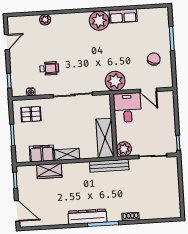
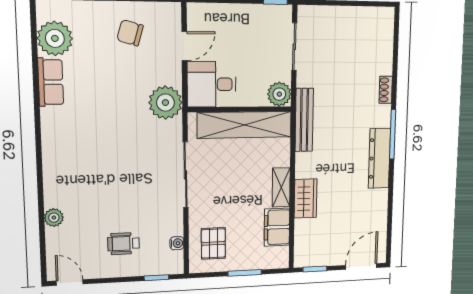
plant: (99, 21) -> (55, 38), moved
door: (7, 42) -> (70, 282), moved
wheelchair: (49, 68) -> (124, 244), moved, turned -90
shelving: (105, 138) -> (245, 125), width x1.47
wardrobe: (49, 171) -> (306, 198), moved

